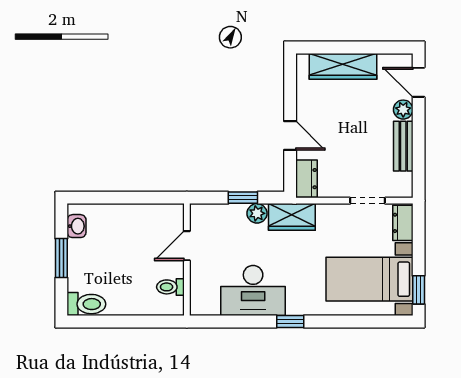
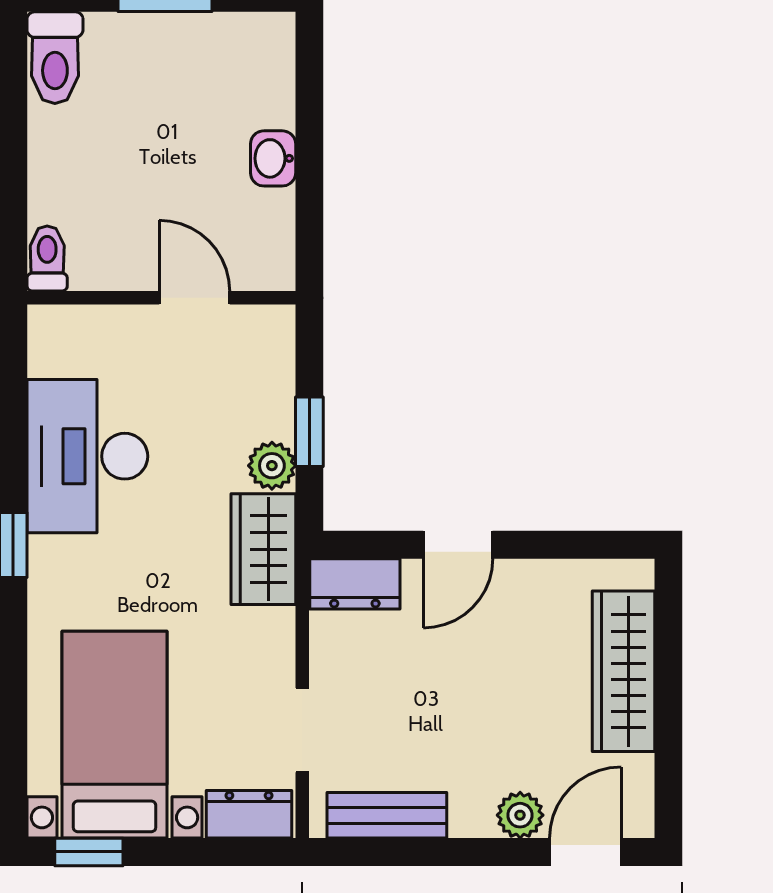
bench: (403, 146) -> (387, 815), moved
washbasin: (77, 226) -> (273, 158), moved, turned 90
toilet: (170, 287) -> (47, 259), moved

